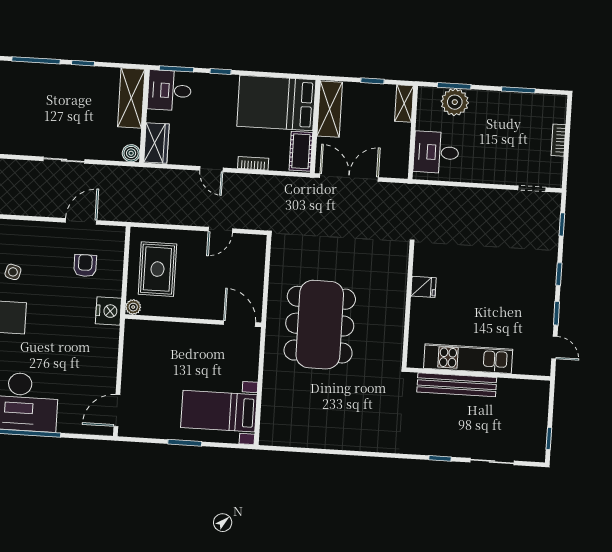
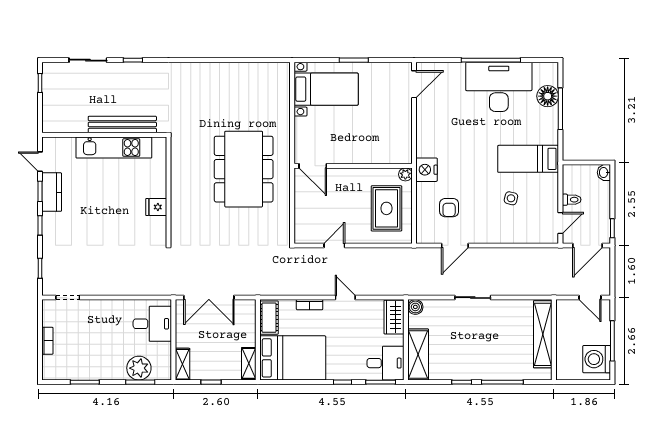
shelving: (330, 109) -> (249, 363), width x0.67, depth x0.75
double door: (349, 177) -> (209, 298), moved
kitchen counter: (543, 312) -> (52, 192), added

